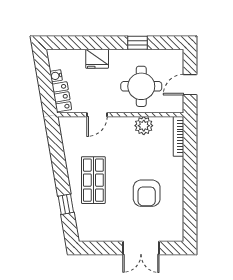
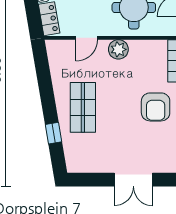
plant: (144, 126) -> (118, 49), moved
armchair: (147, 193) -> (156, 107), moved

